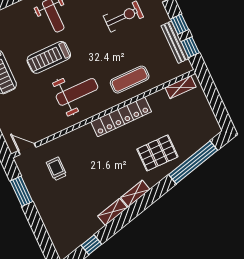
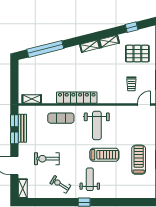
weight bench: (77, 92) -> (97, 125), turned -90
door: (27, 149) -> (144, 104), swing flipped
pallet: (157, 153) -> (137, 54), moved

